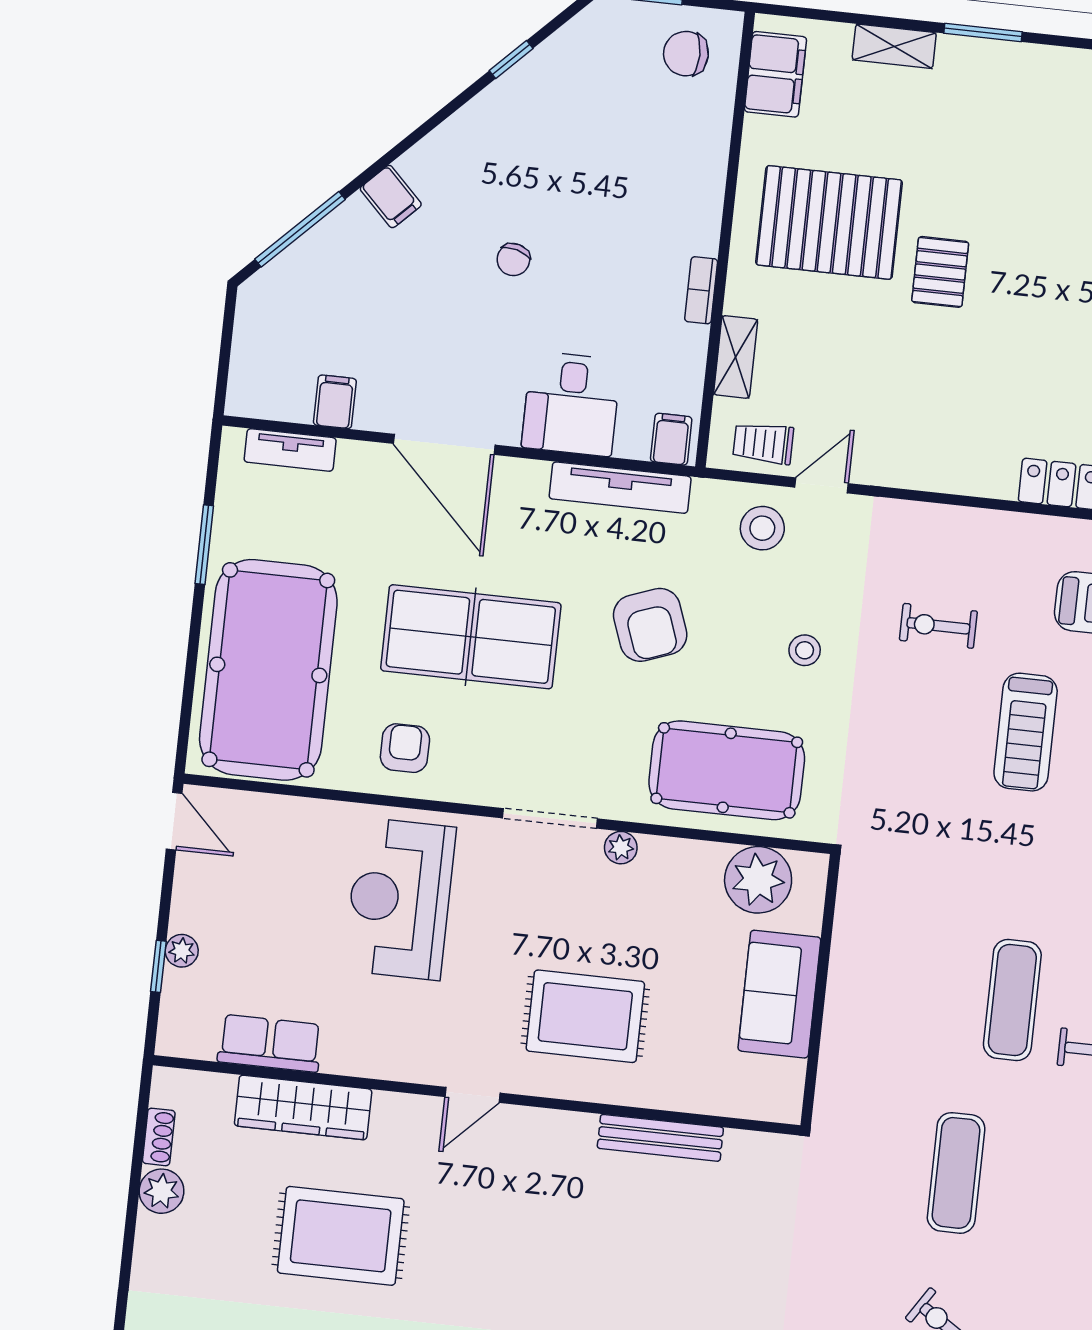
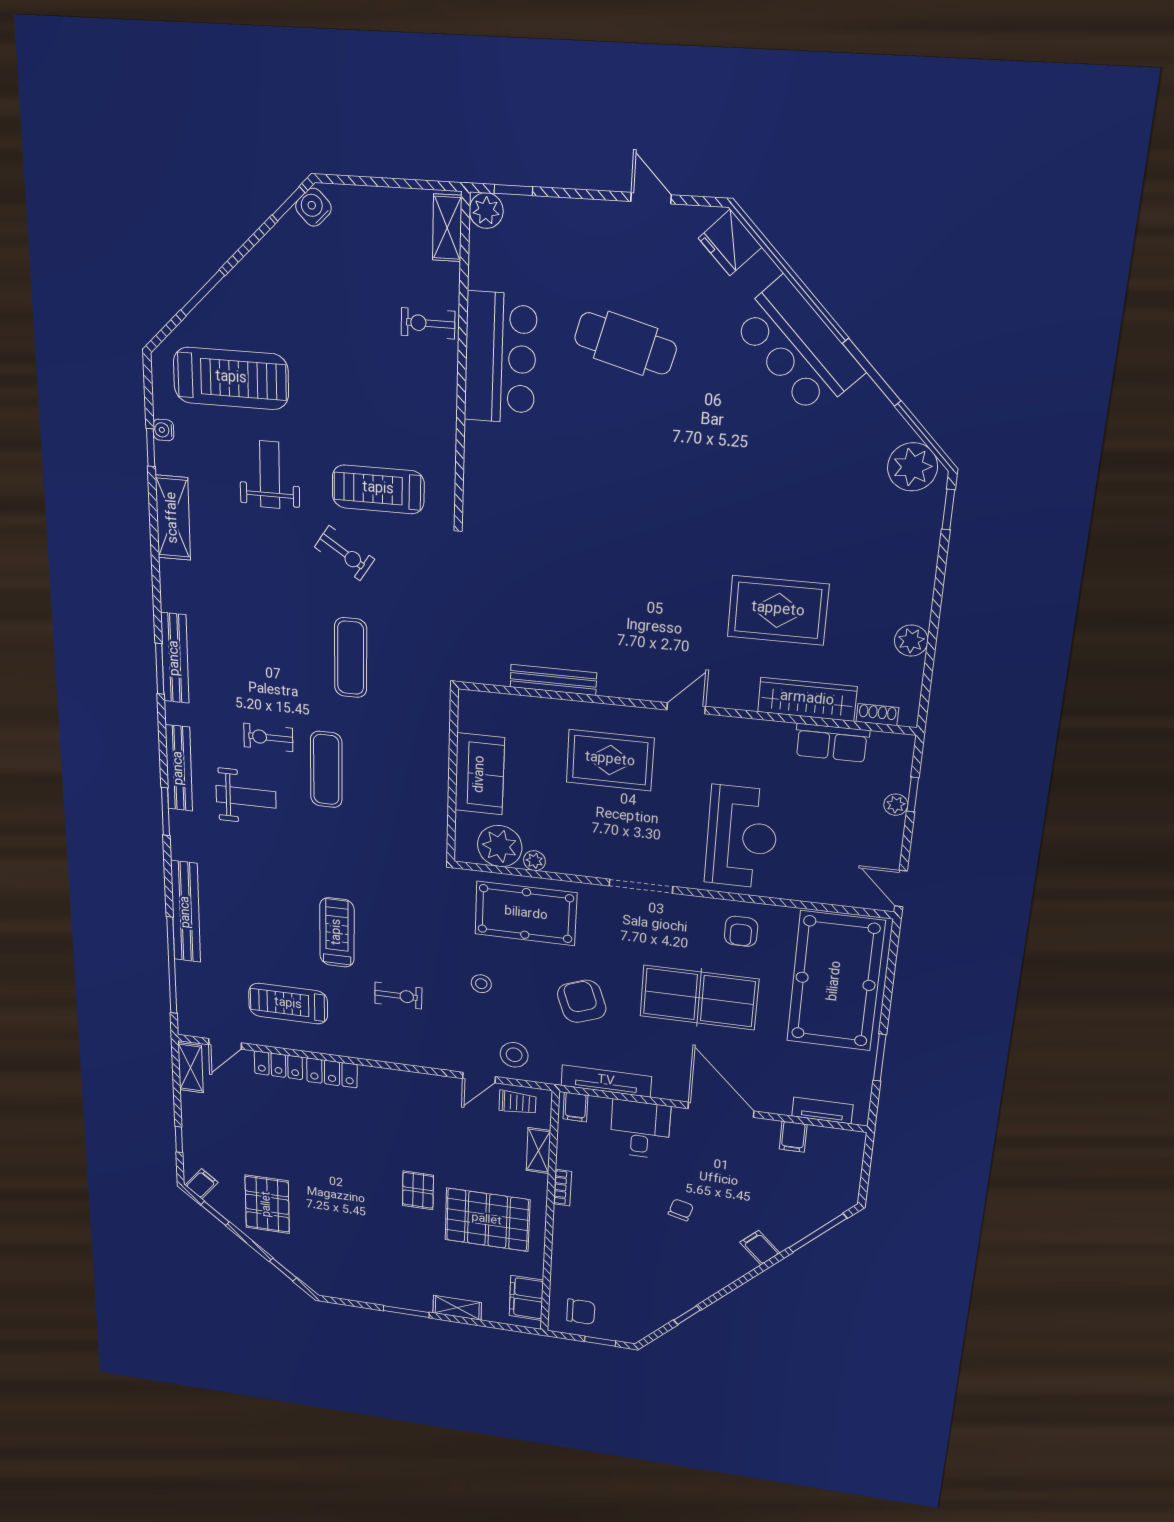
plant: (621, 848) -> (534, 861), moved
shoe rack: (159, 1137) -> (877, 715), moved, turned 90

